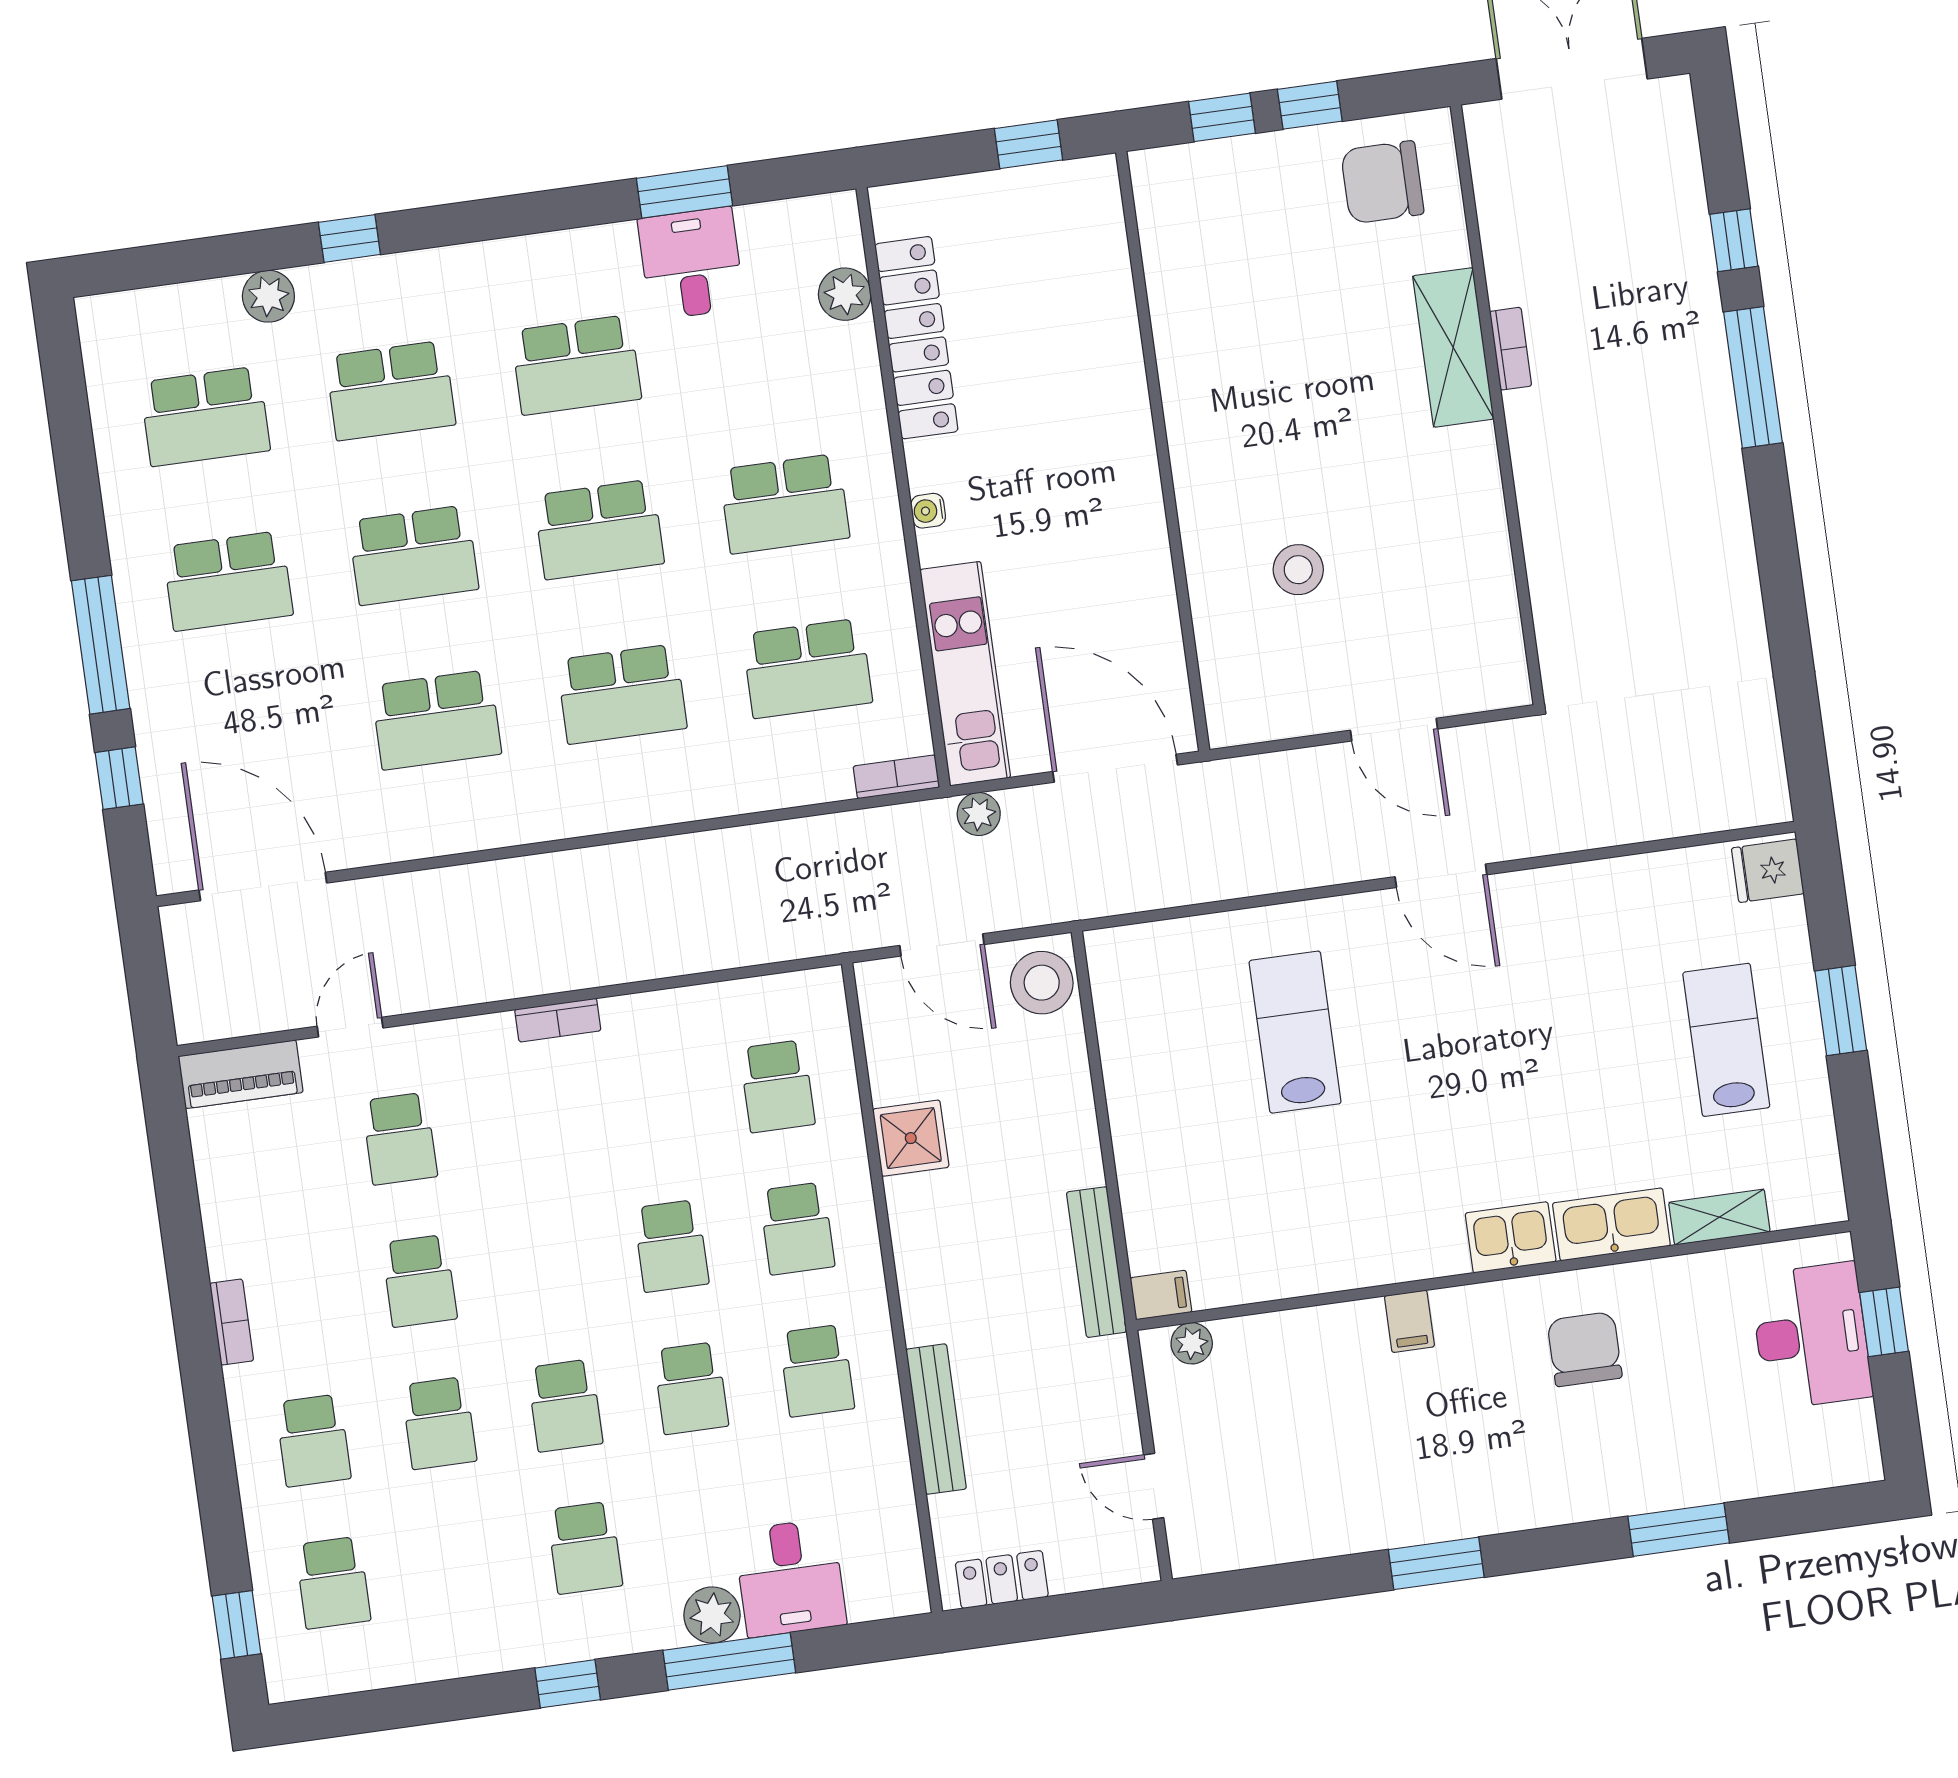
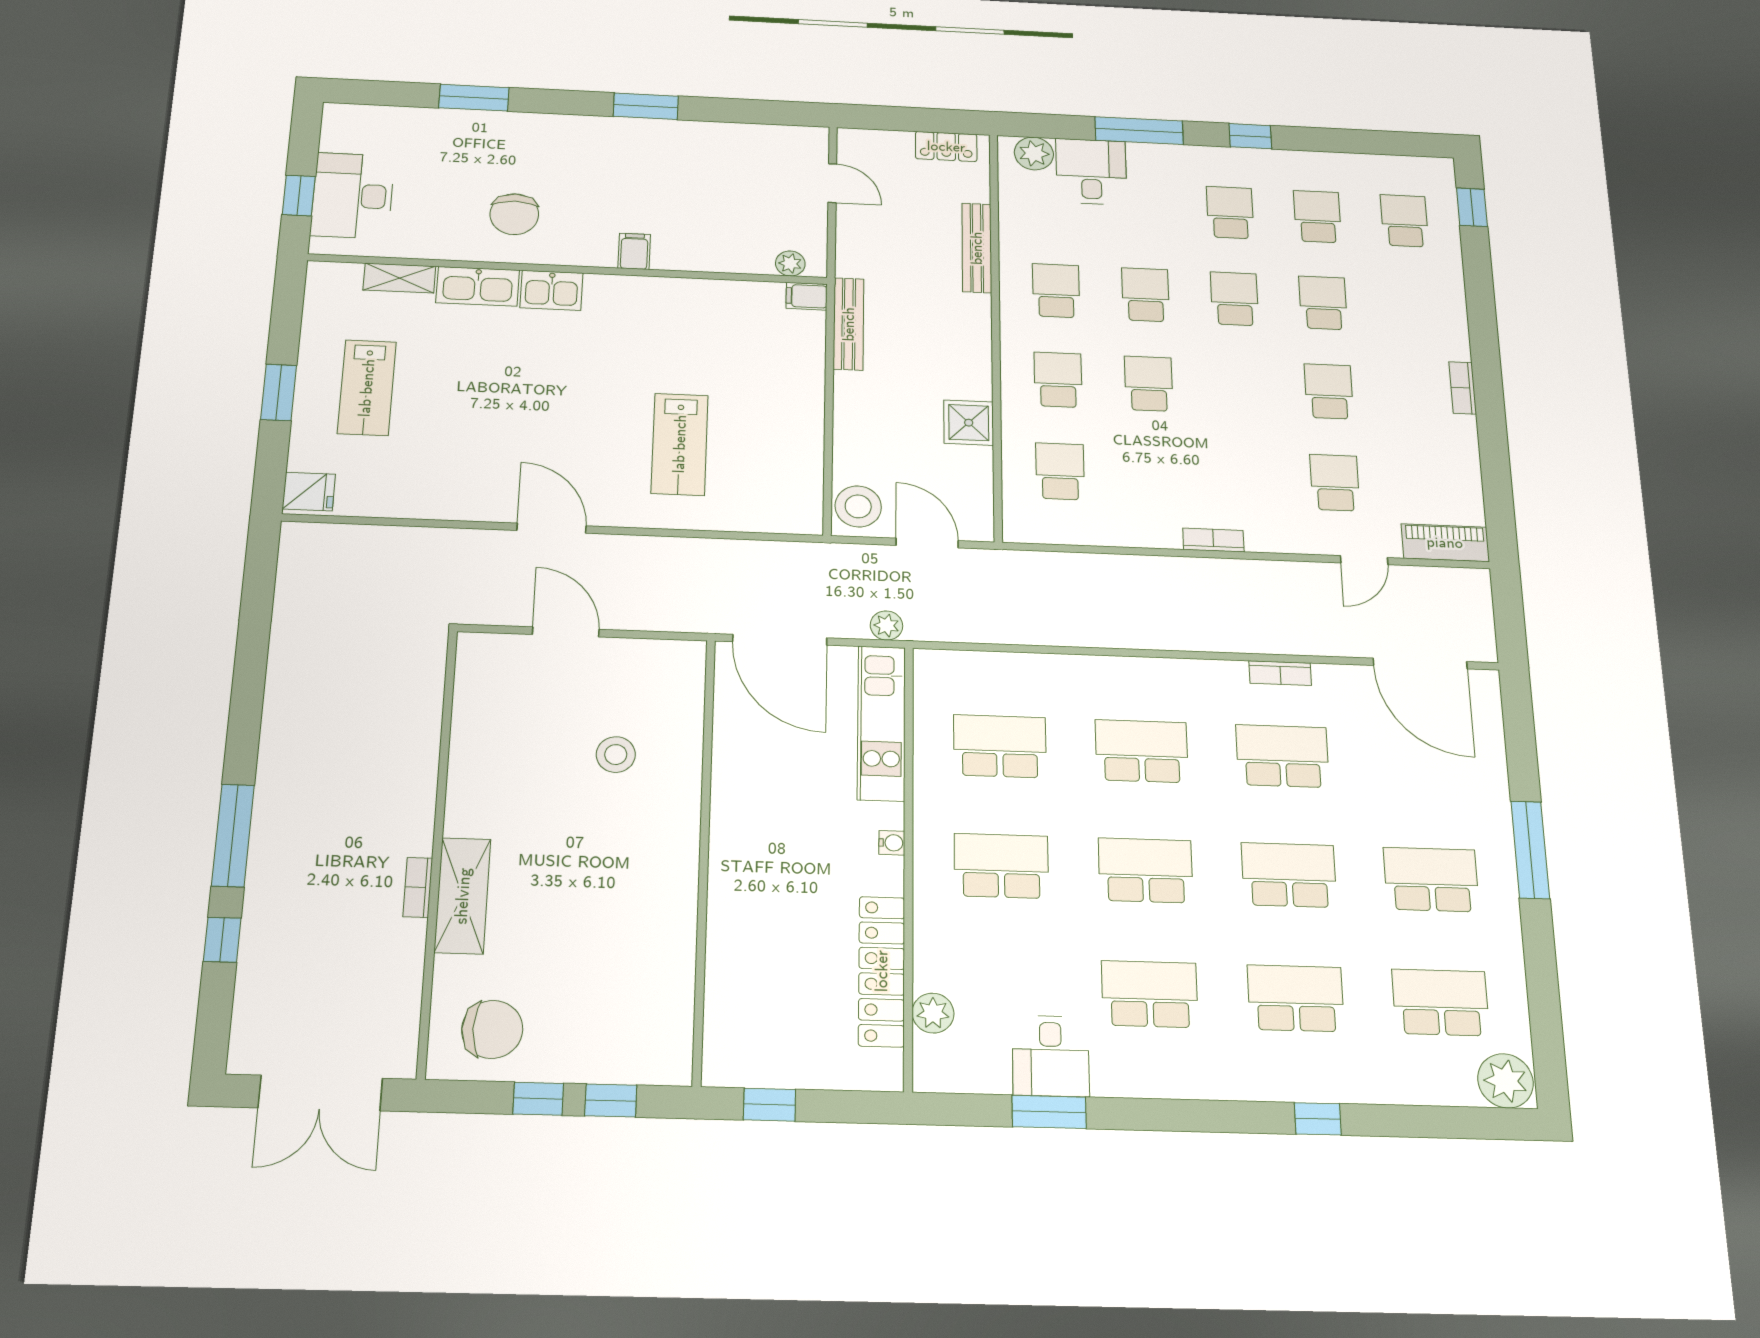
plant: (268, 296) -> (1505, 1081), moved, width x1.36, depth x1.36
bookcase: (896, 777) -> (1280, 673), moved
window: (119, 778) -> (1521, 754), removed
school desk: (313, 1440) -> (1317, 217), moved
plant: (712, 1615) -> (1034, 154), moved

